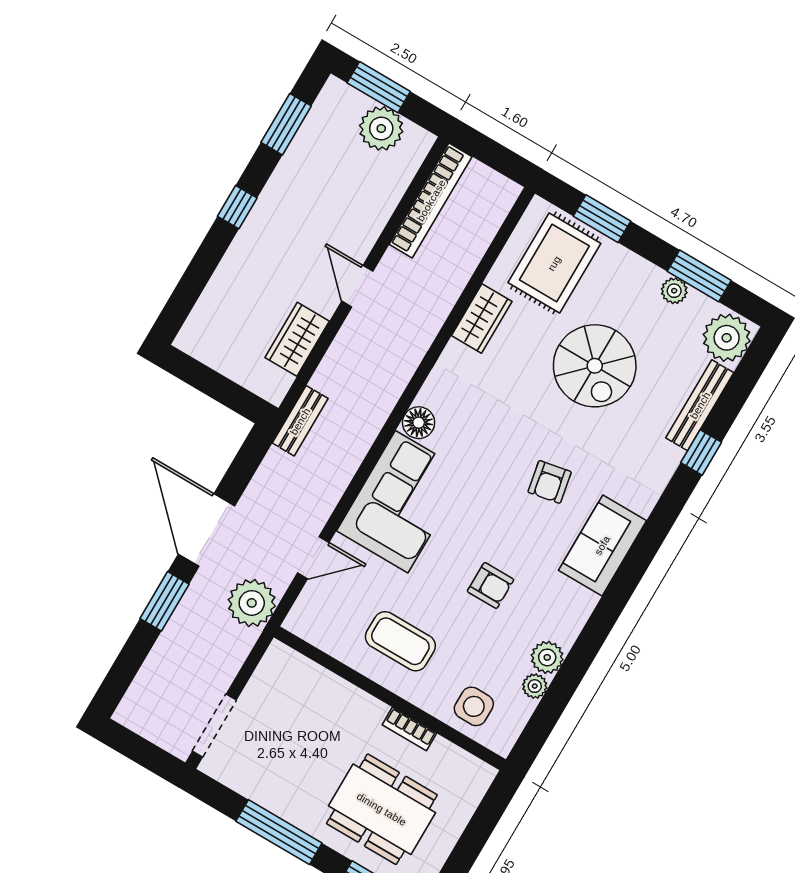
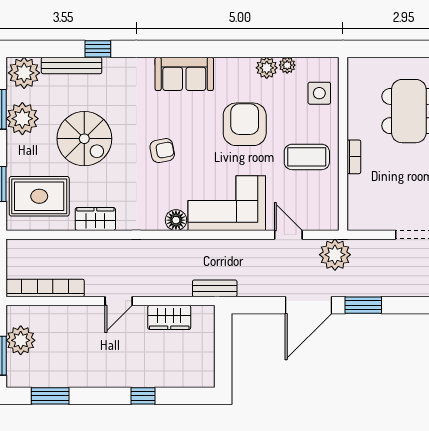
window: (237, 207) -> (143, 396), moved
plant: (674, 291) -> (22, 119), width x1.87, depth x1.87
spiral stairs: (595, 366) -> (84, 139), turned 90
armchair: (550, 482) -> (162, 151), moved
armchair: (491, 585) -> (245, 124), width x1.88, depth x1.88
coffee table: (400, 641) -> (307, 157), turned 90
bookcase: (409, 729) -> (354, 157), moved

